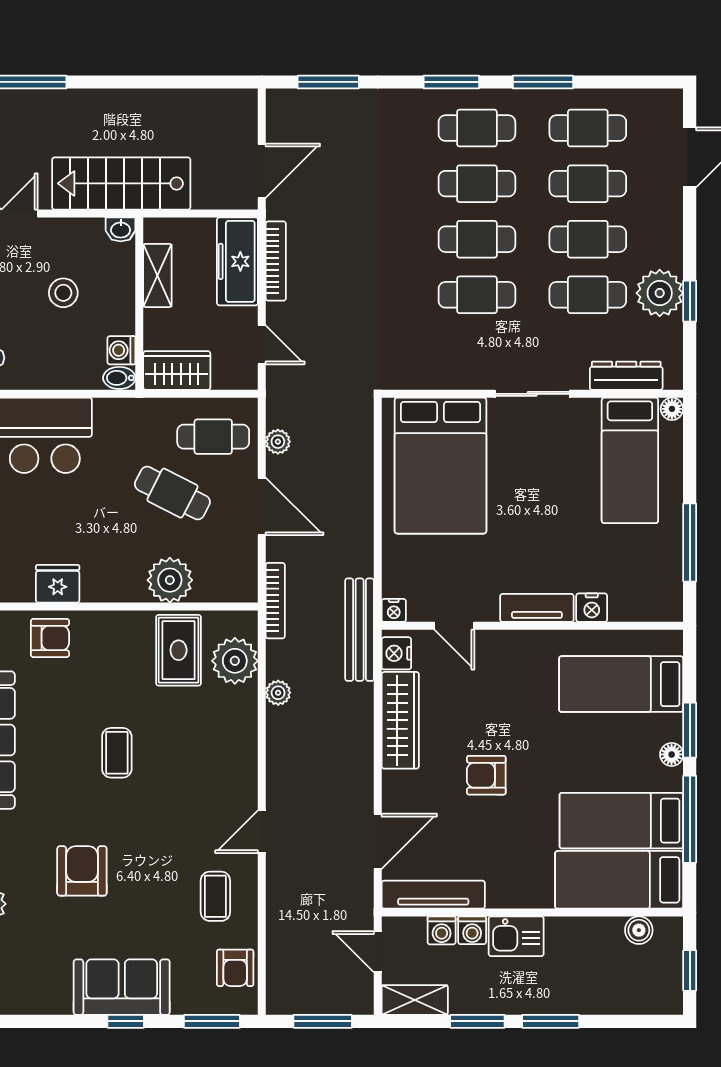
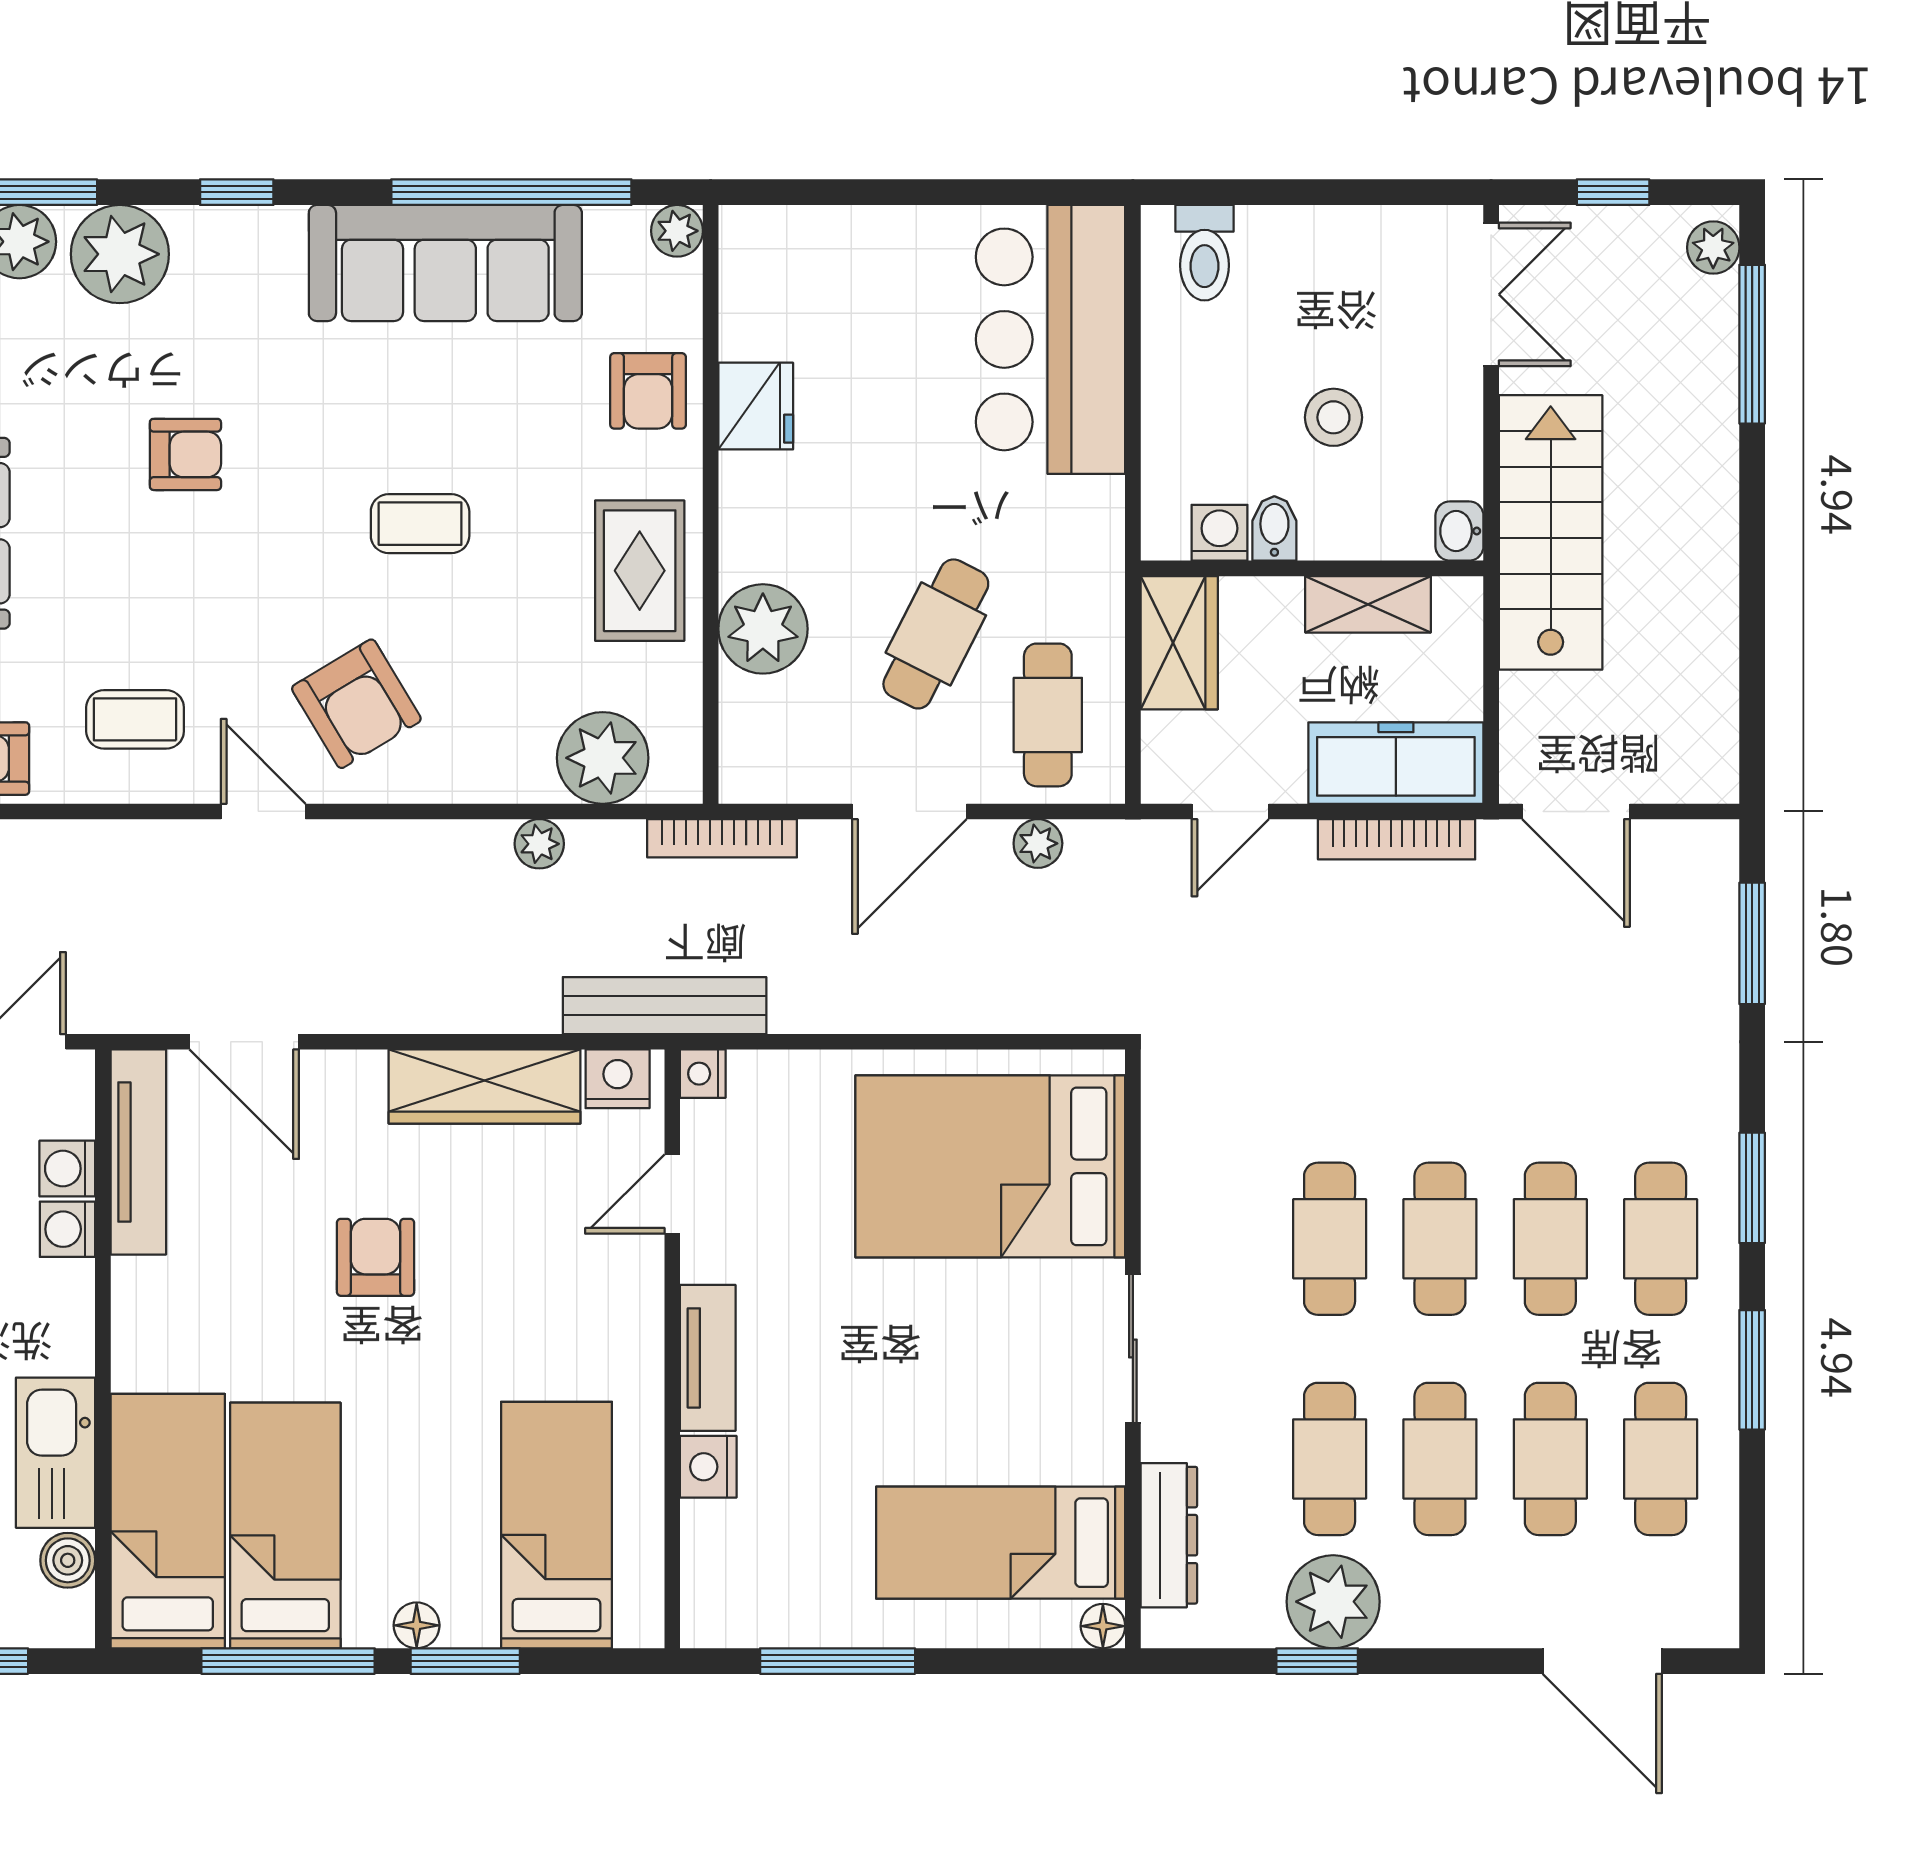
bidet: (119, 378) -> (1274, 528), moved
rug: (179, 650) -> (640, 571), moved, turned 90
armchair: (208, 785) -> (356, 704), added
armchair: (82, 871) -> (185, 454), width x0.72, depth x0.72
kitchen sink: (516, 936) -> (56, 1453), moved, width x1.38

